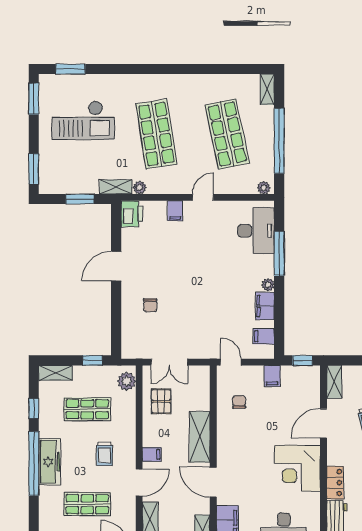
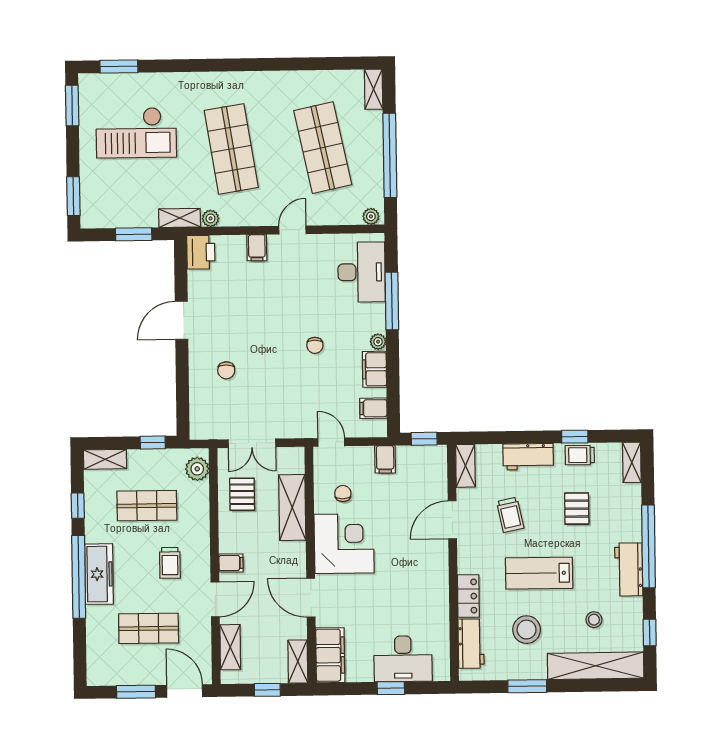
chair: (219, 287) -> (315, 345), added
shelving: (200, 437) -> (292, 508), moved
corner desk: (297, 468) -> (344, 544), moved, turned 180

